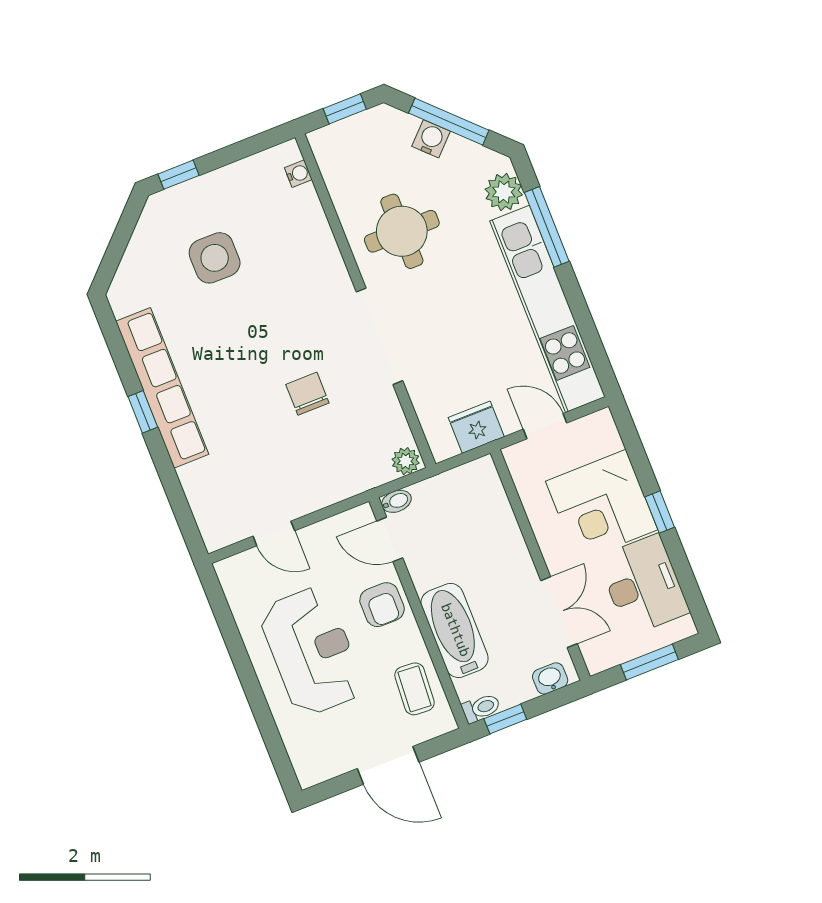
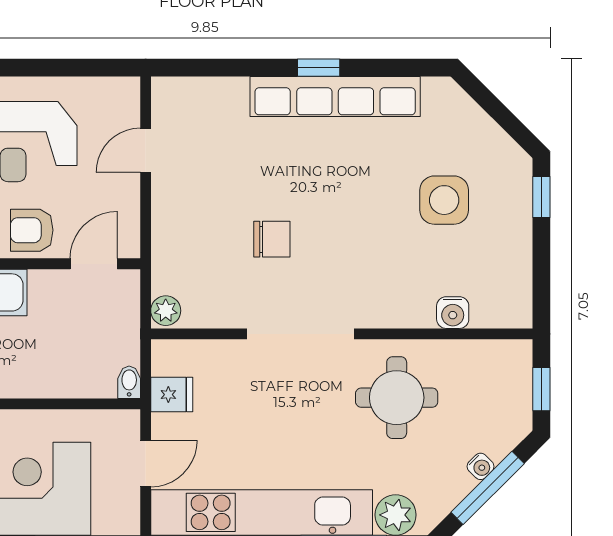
water cooler: (431, 139) -> (481, 466), width x0.72, depth x0.72
water cooler: (298, 174) -> (453, 313), moved, width x1.38, depth x1.38
fridge: (476, 427) -> (172, 395), width x0.72
bidet: (396, 501) -> (129, 382), moved, turned 180

